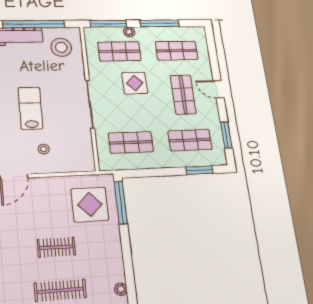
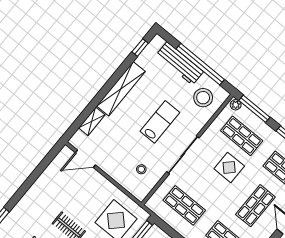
plant: (129, 32) -> (236, 105), moved
lab bench: (30, 108) -> (160, 122), moved
stool: (44, 149) -> (141, 169), moved

